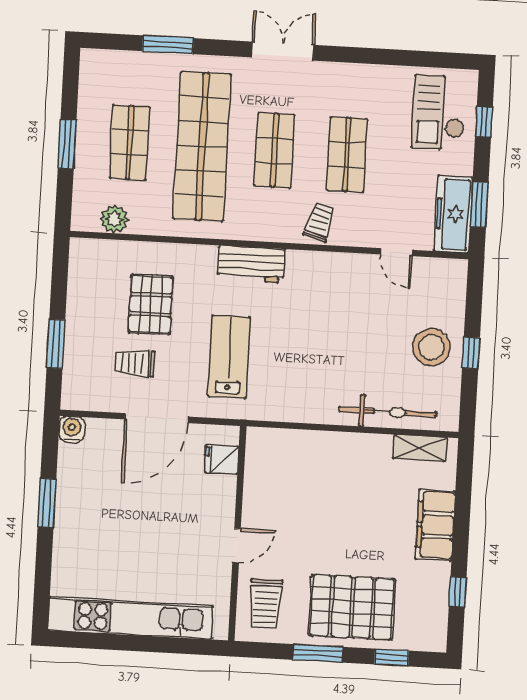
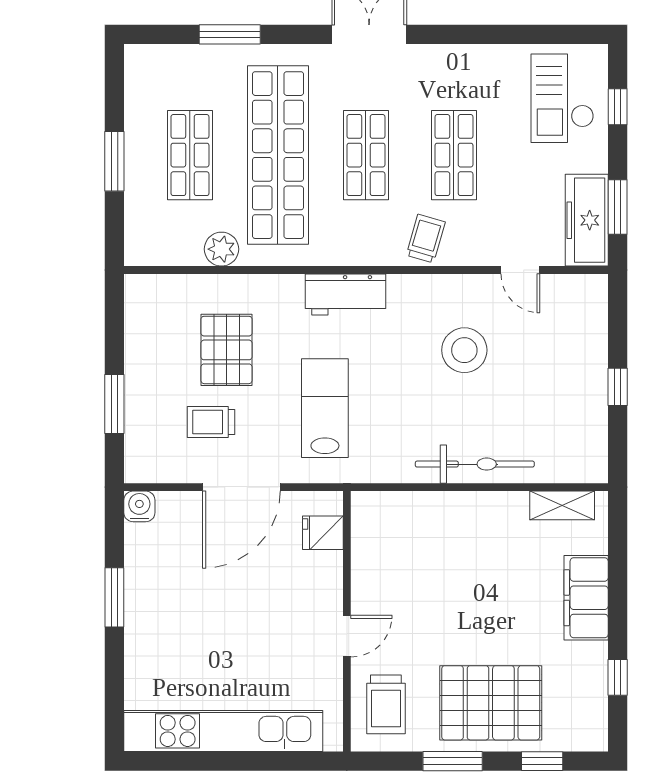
plant: (114, 219) -> (221, 249), moved
stool: (431, 347) -> (464, 350), moved
bicycle: (388, 412) -> (475, 464), moved

